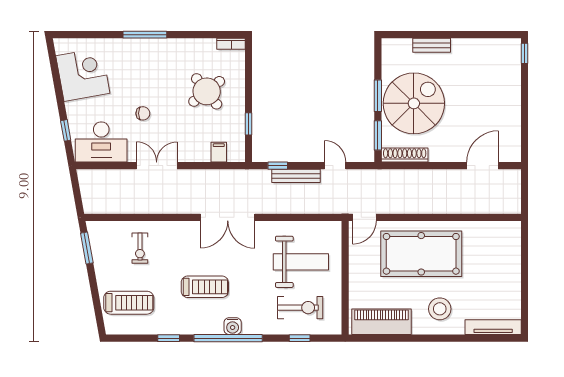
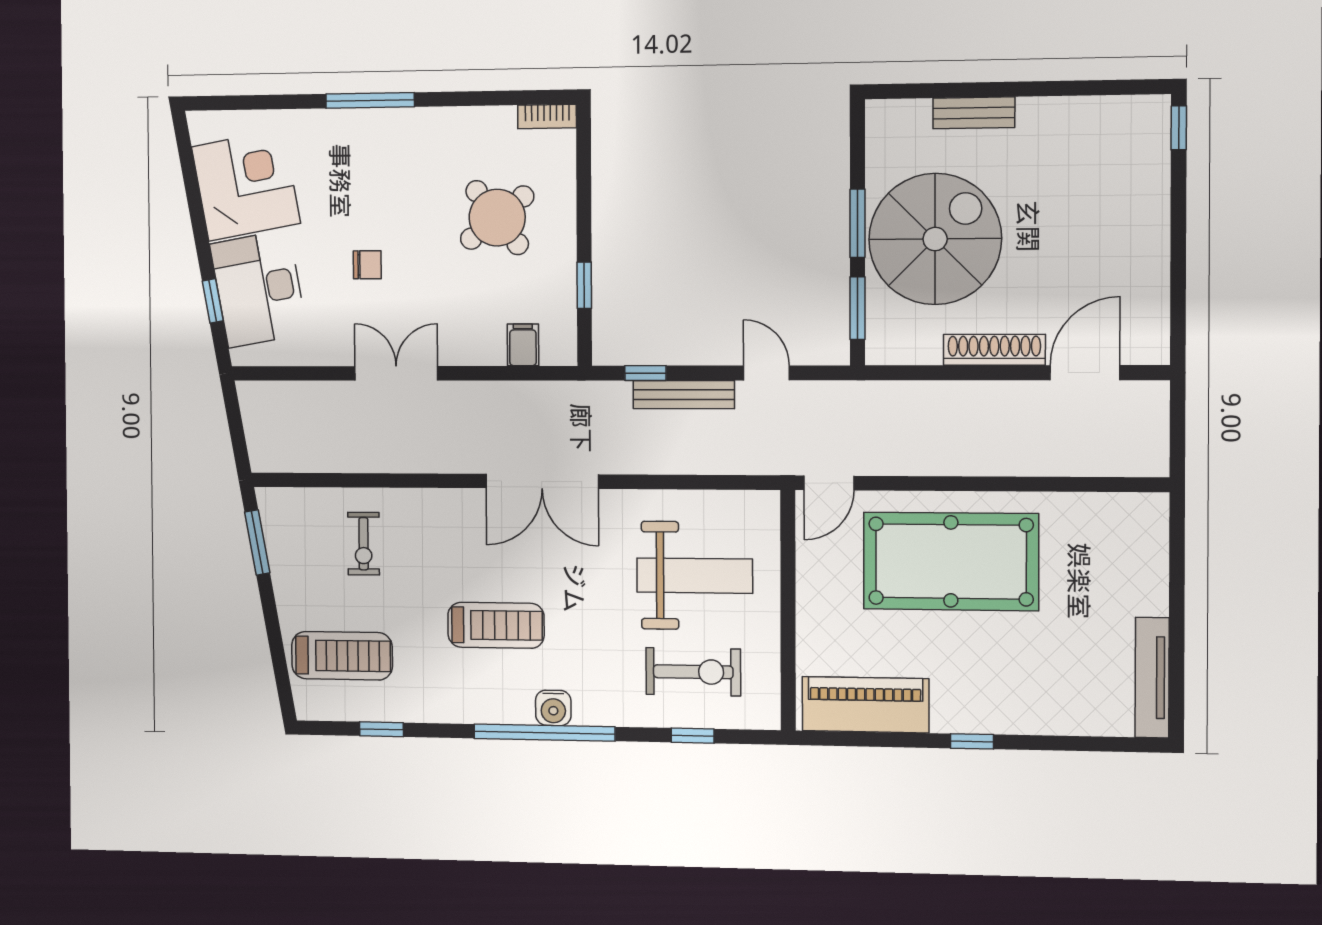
desk: (101, 142) -> (259, 289), moved, turned 80
shoe rack: (405, 155) -> (994, 350), moved
stool: (440, 309) -> (991, 679), removed
tv unit: (493, 327) -> (1152, 678), moved, turned -90
window: (169, 338) -> (381, 729), moved
window: (431, 338) -> (972, 741), added

